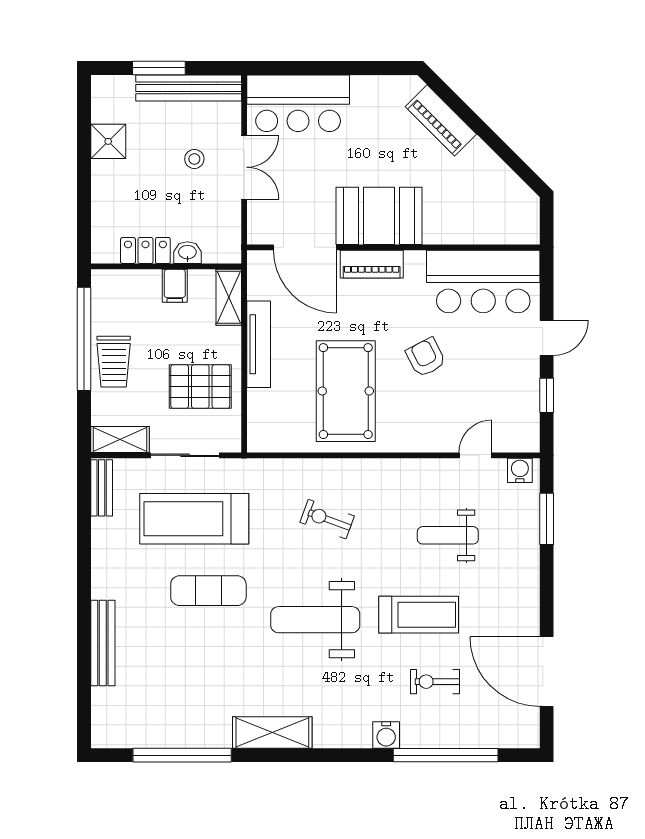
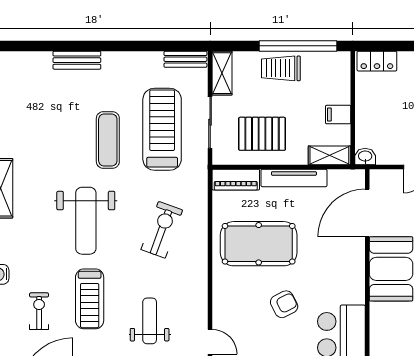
locker: (145, 251) -> (377, 61), moved, turned 90
washbasin: (187, 253) -> (365, 157), moved, turned -90
piano: (372, 264) -> (236, 180), moved, turned -90
pallet: (200, 387) -> (262, 134), turned 90
exercise bike: (327, 519) -> (162, 230), width x1.38, depth x1.39
weight bench: (315, 620) -> (86, 221), turned 180
bench: (103, 643) -> (77, 60), width x0.73

